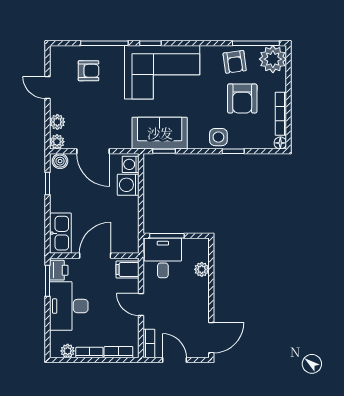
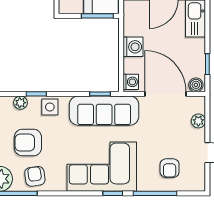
armchair: (89, 71) -> (170, 168), turned -90
armchair: (242, 99) -> (28, 143), turned -90
sofa: (160, 133) -> (104, 111), width x1.36
plant: (57, 142) -> (20, 103), moved
door: (93, 151) -> (165, 94), width x1.36
washing machine: (128, 185) -> (133, 47), moved

